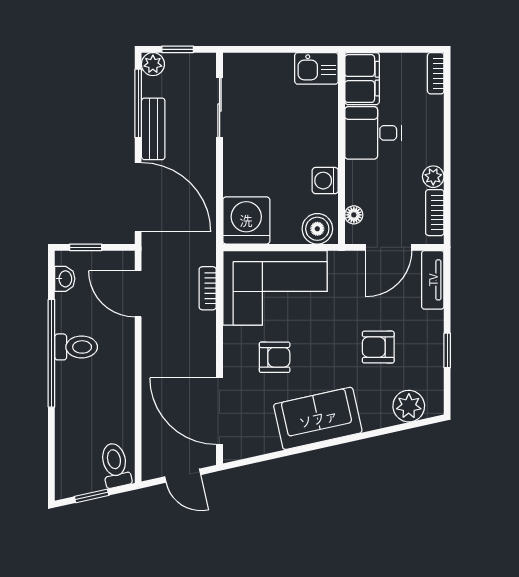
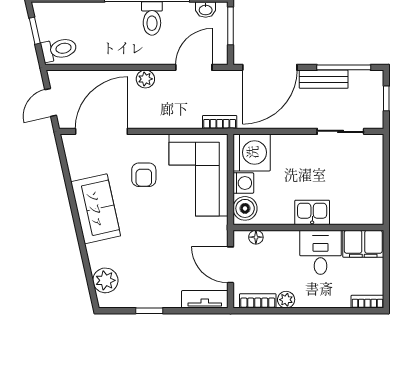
plant: (153, 64) -> (145, 79), moved
kitchen sink: (316, 68) -> (312, 212), moved, turned 90
washing machine: (325, 181) -> (243, 183), moved, turned 90
window: (86, 247) -> (230, 26), width x1.50
bookcase: (208, 288) -> (220, 122), moved
armchair: (378, 347) -> (152, 256), removed

